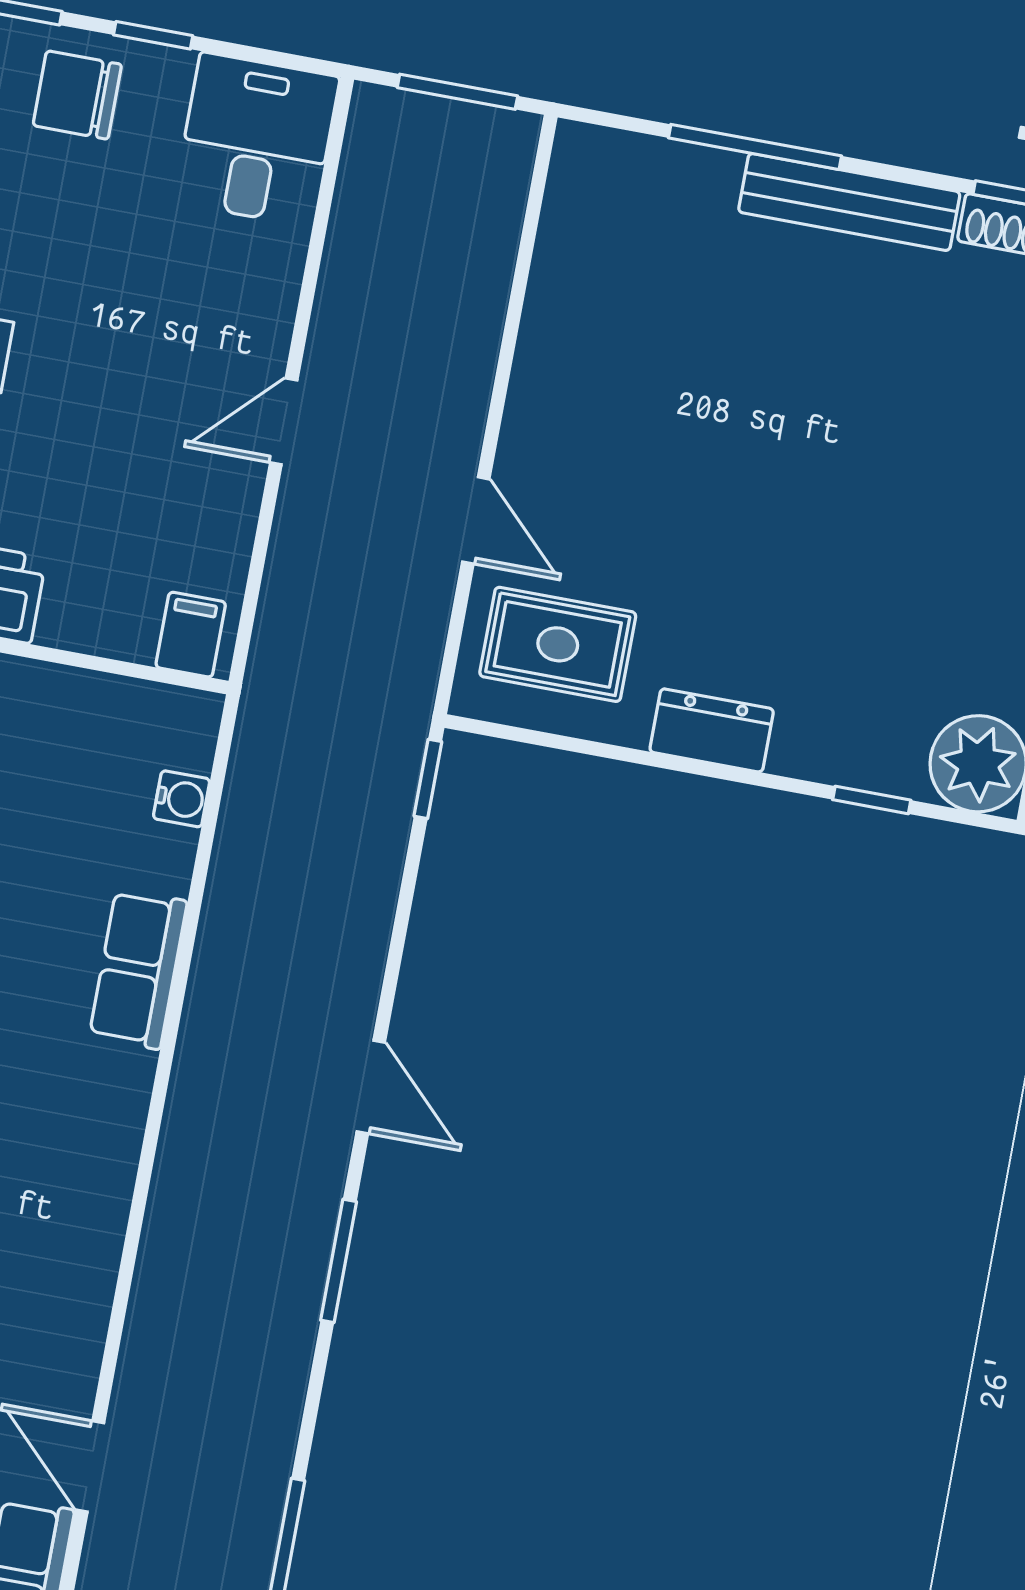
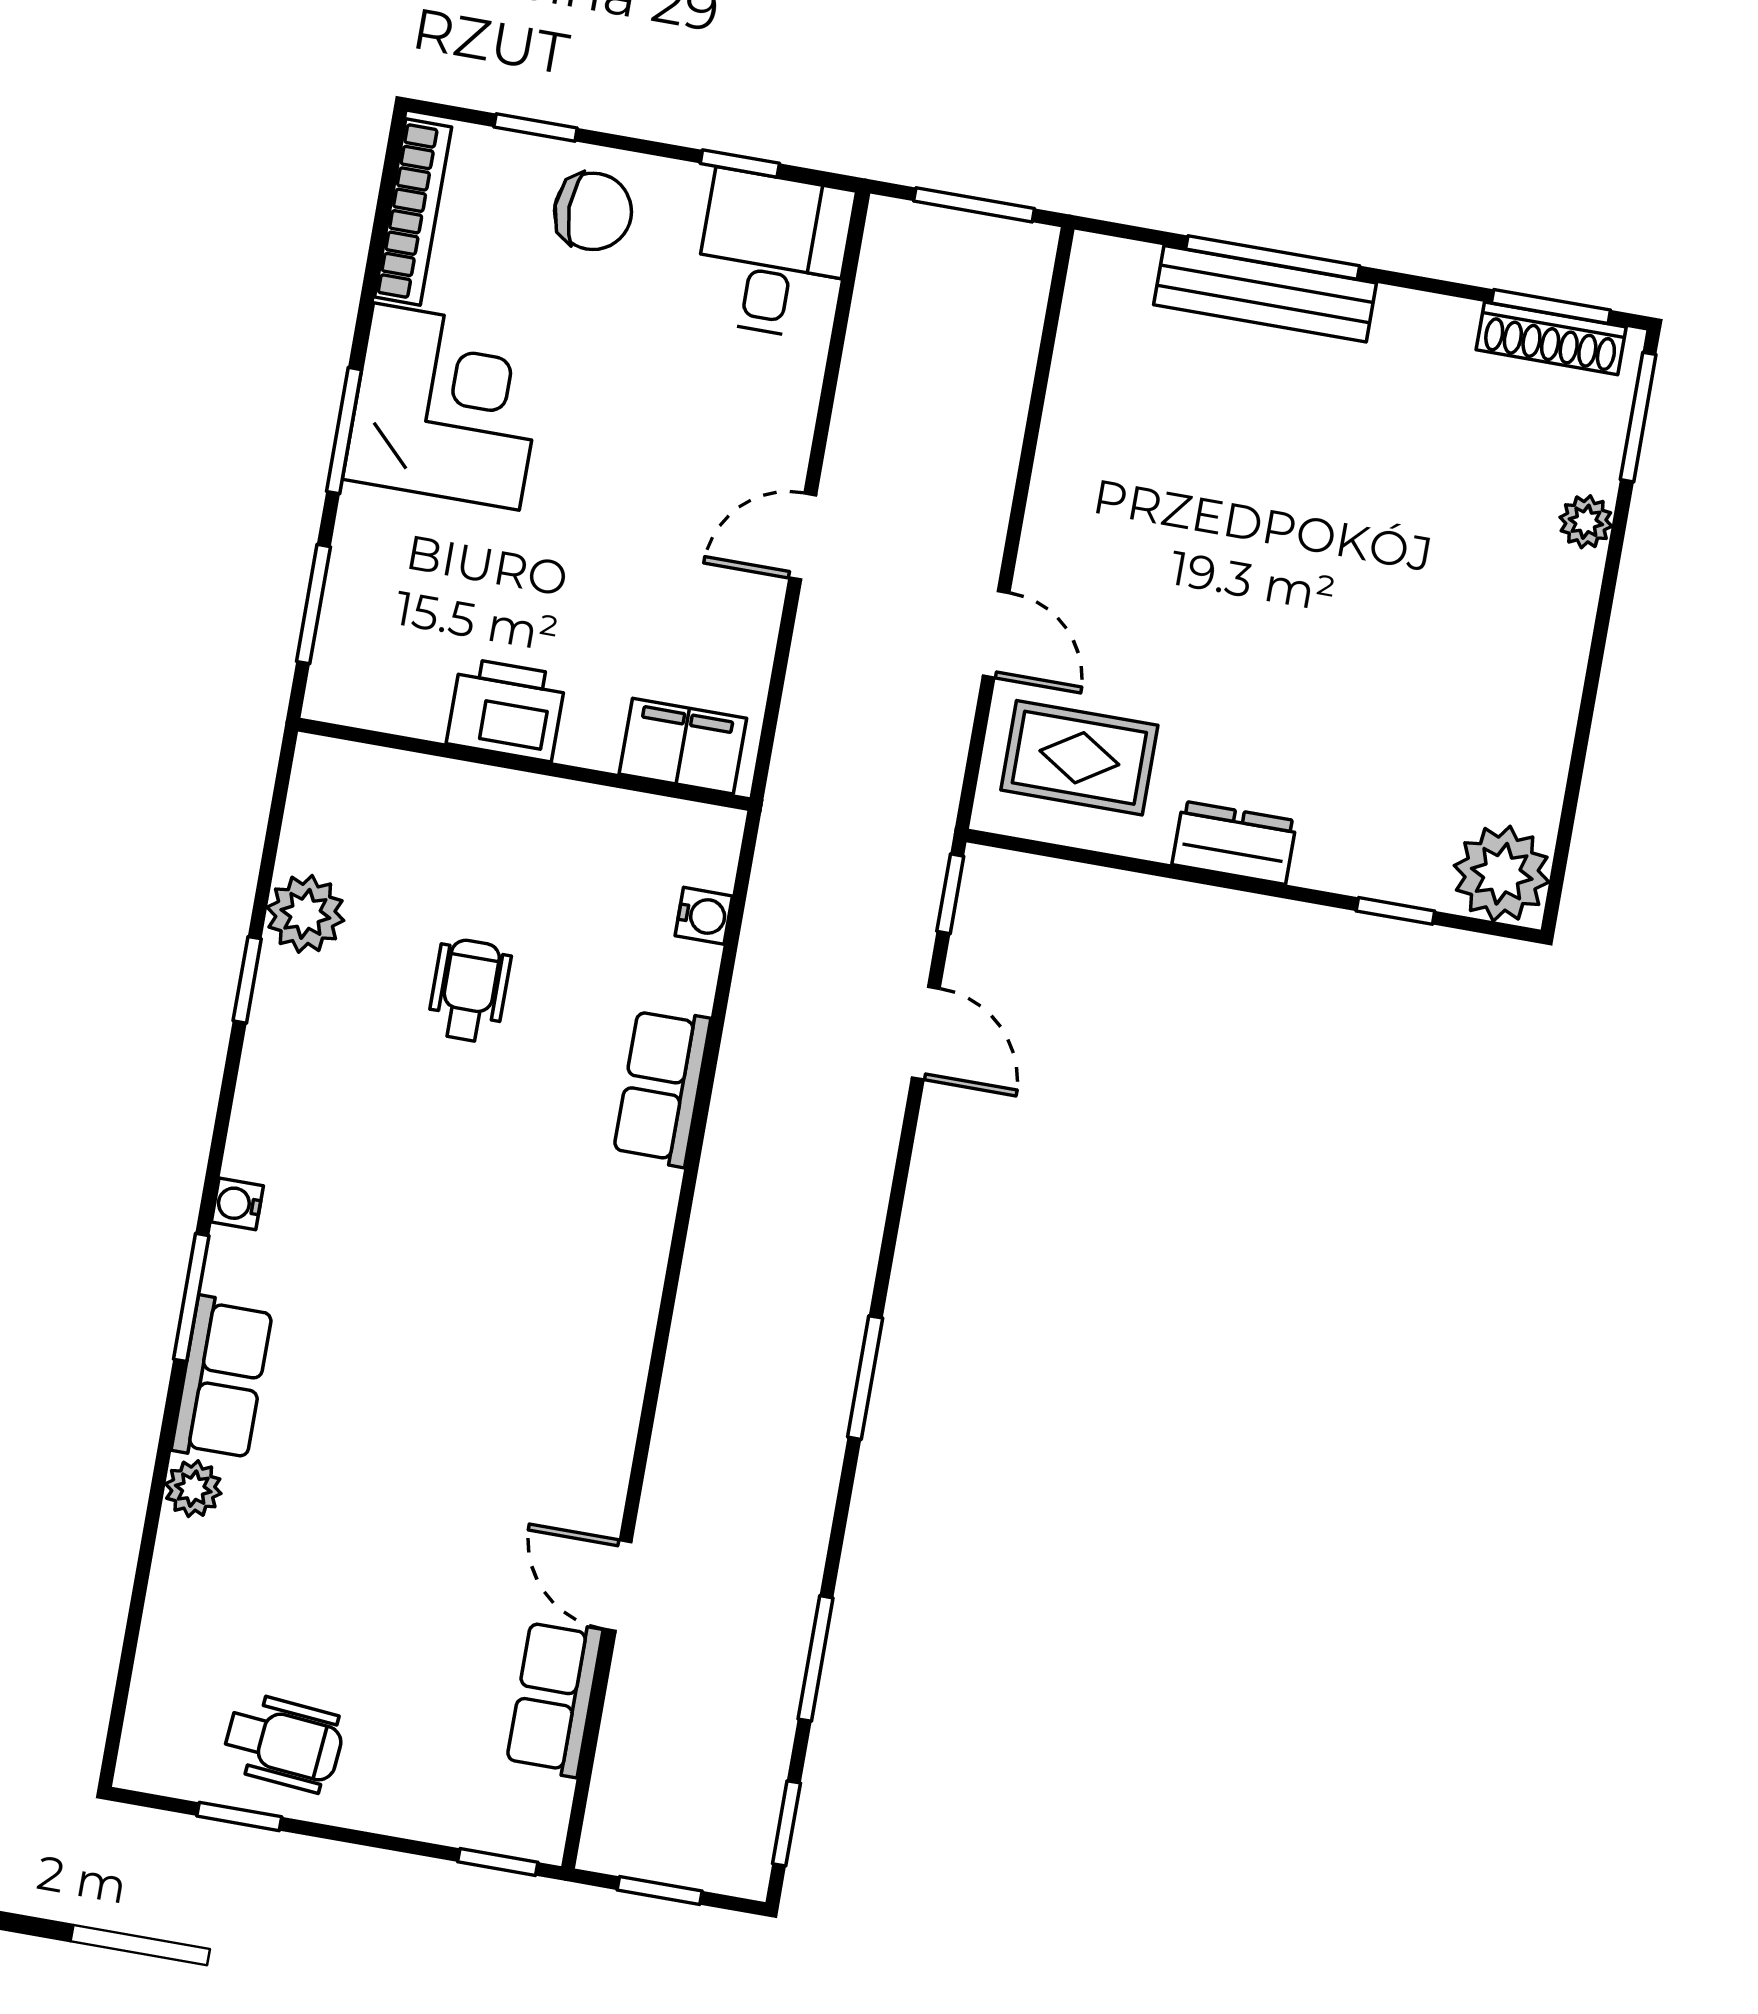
window: (153, 35) -> (740, 163), moved
chair: (77, 95) -> (593, 211), turned 180
bench: (849, 202) -> (1265, 294), moved
filing cabinet: (191, 635) -> (683, 746), width x2.00
door: (371, 1087) -> (926, 1033), moved

